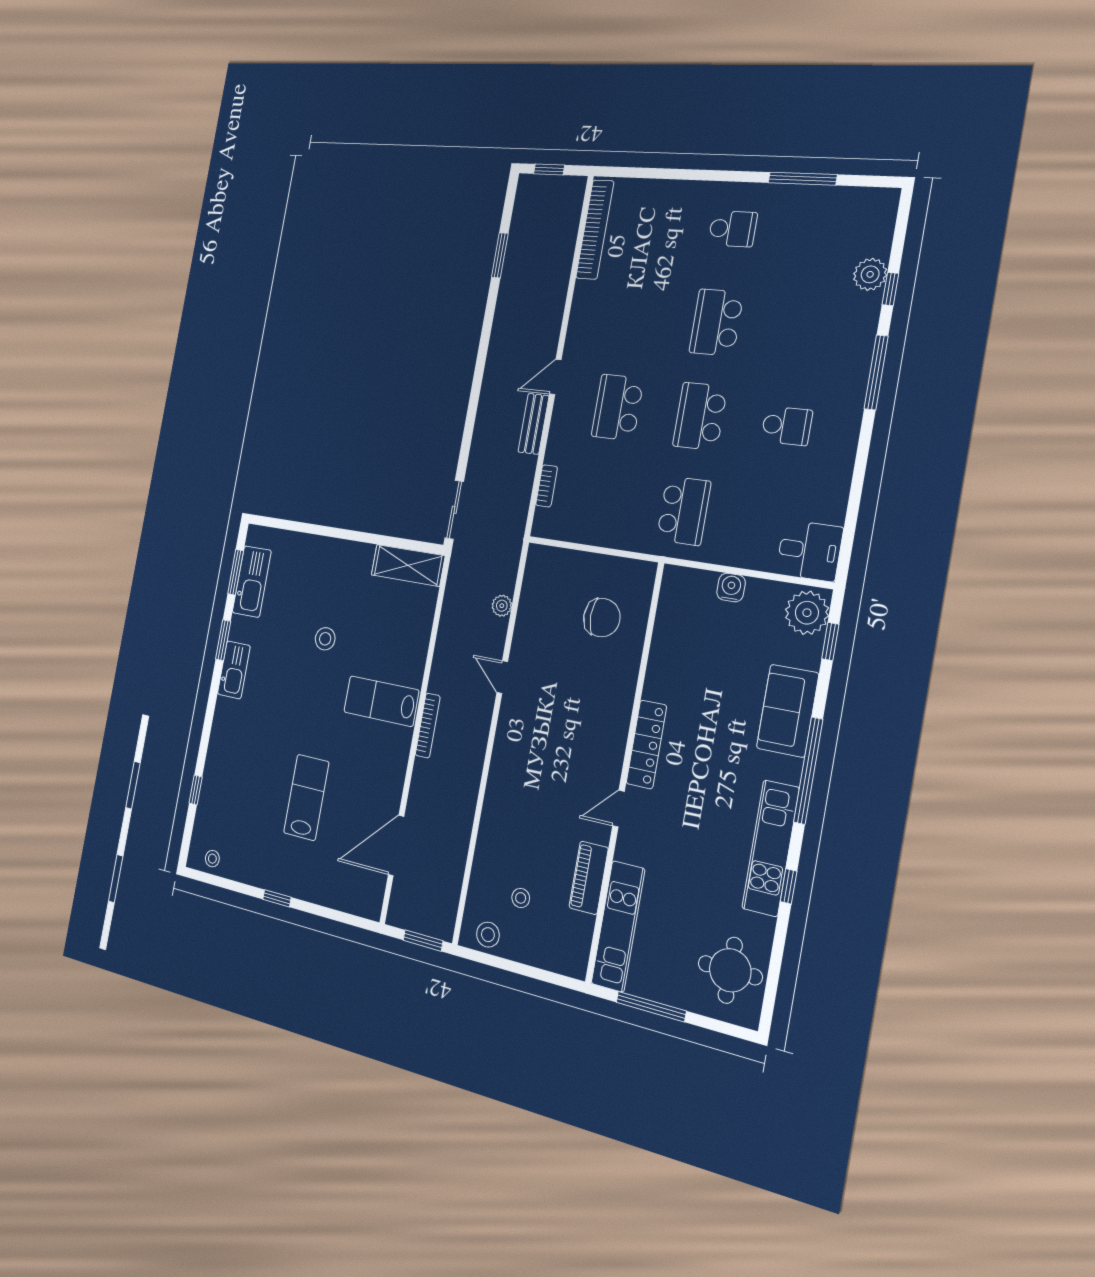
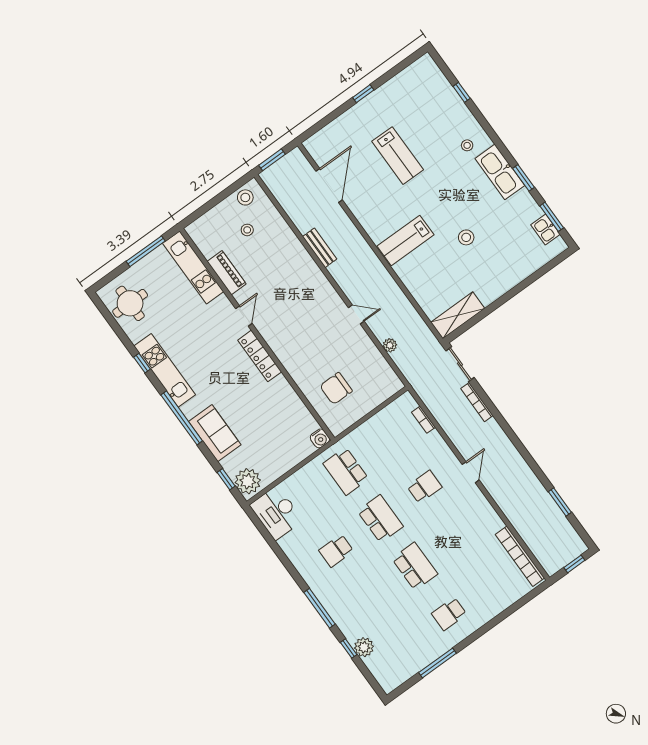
school desk: (618, 407) -> (424, 487), width x0.54
bench: (534, 424) -> (320, 248), moved
desk: (809, 551) -> (276, 513), width x1.37
kitchen sink: (252, 582) -> (545, 230), width x0.53, depth x0.81
water cooler: (731, 587) -> (320, 438), moved
kitchen sink: (234, 670) -> (500, 172), width x1.36, depth x1.24
lab bench: (381, 701) -> (406, 240), turned 180
bookcase: (428, 726) -> (477, 402), moved
stool: (212, 859) -> (467, 145), moved

